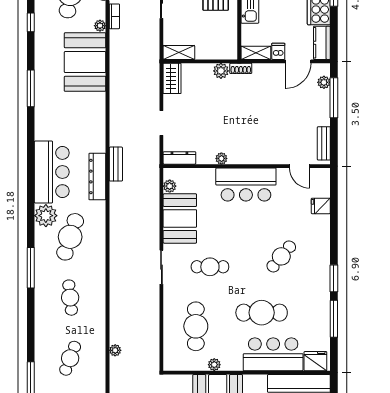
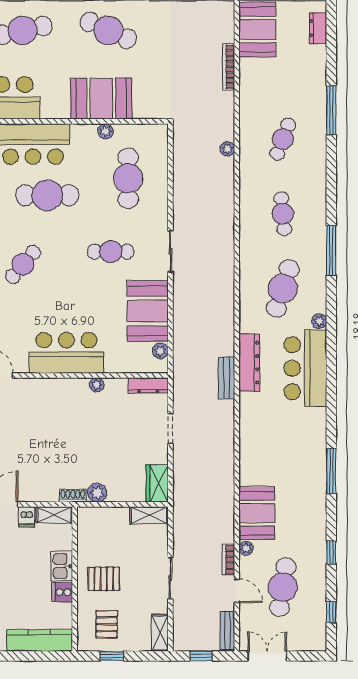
booth: (85, 62) -> (257, 513), width x0.73, depth x0.70
plant: (46, 216) -> (319, 321), width x0.53, depth x0.53

